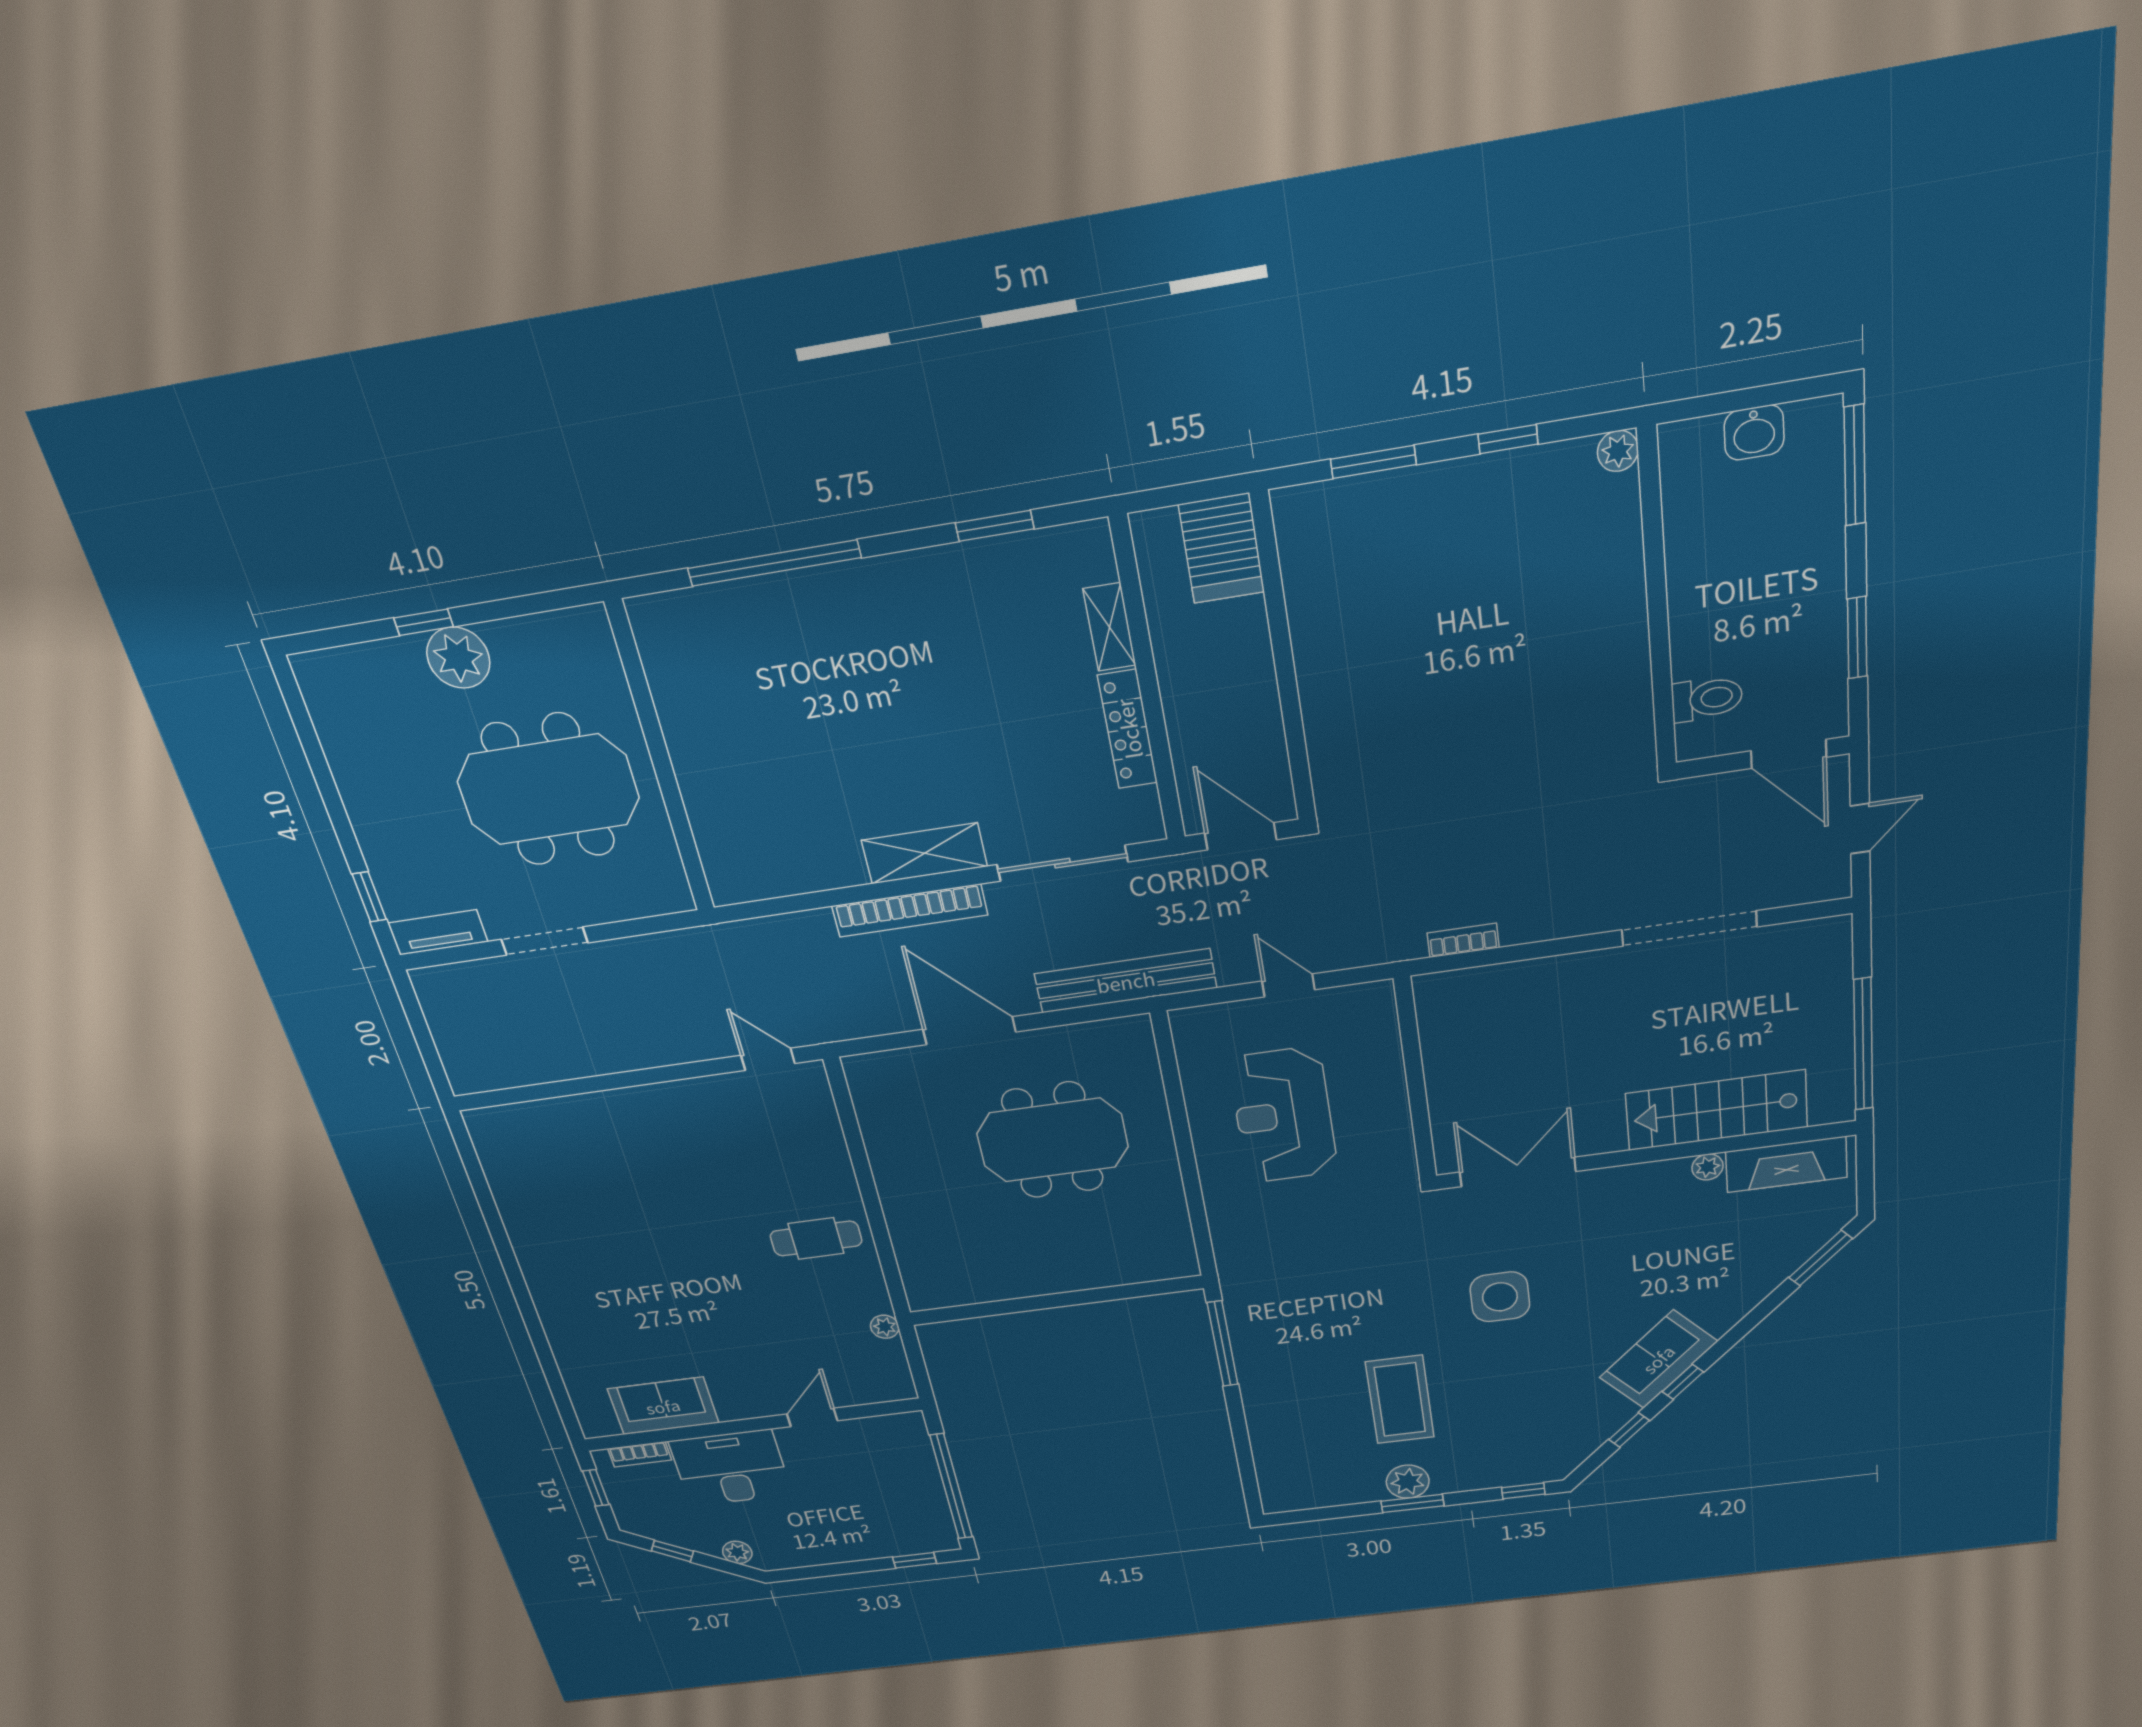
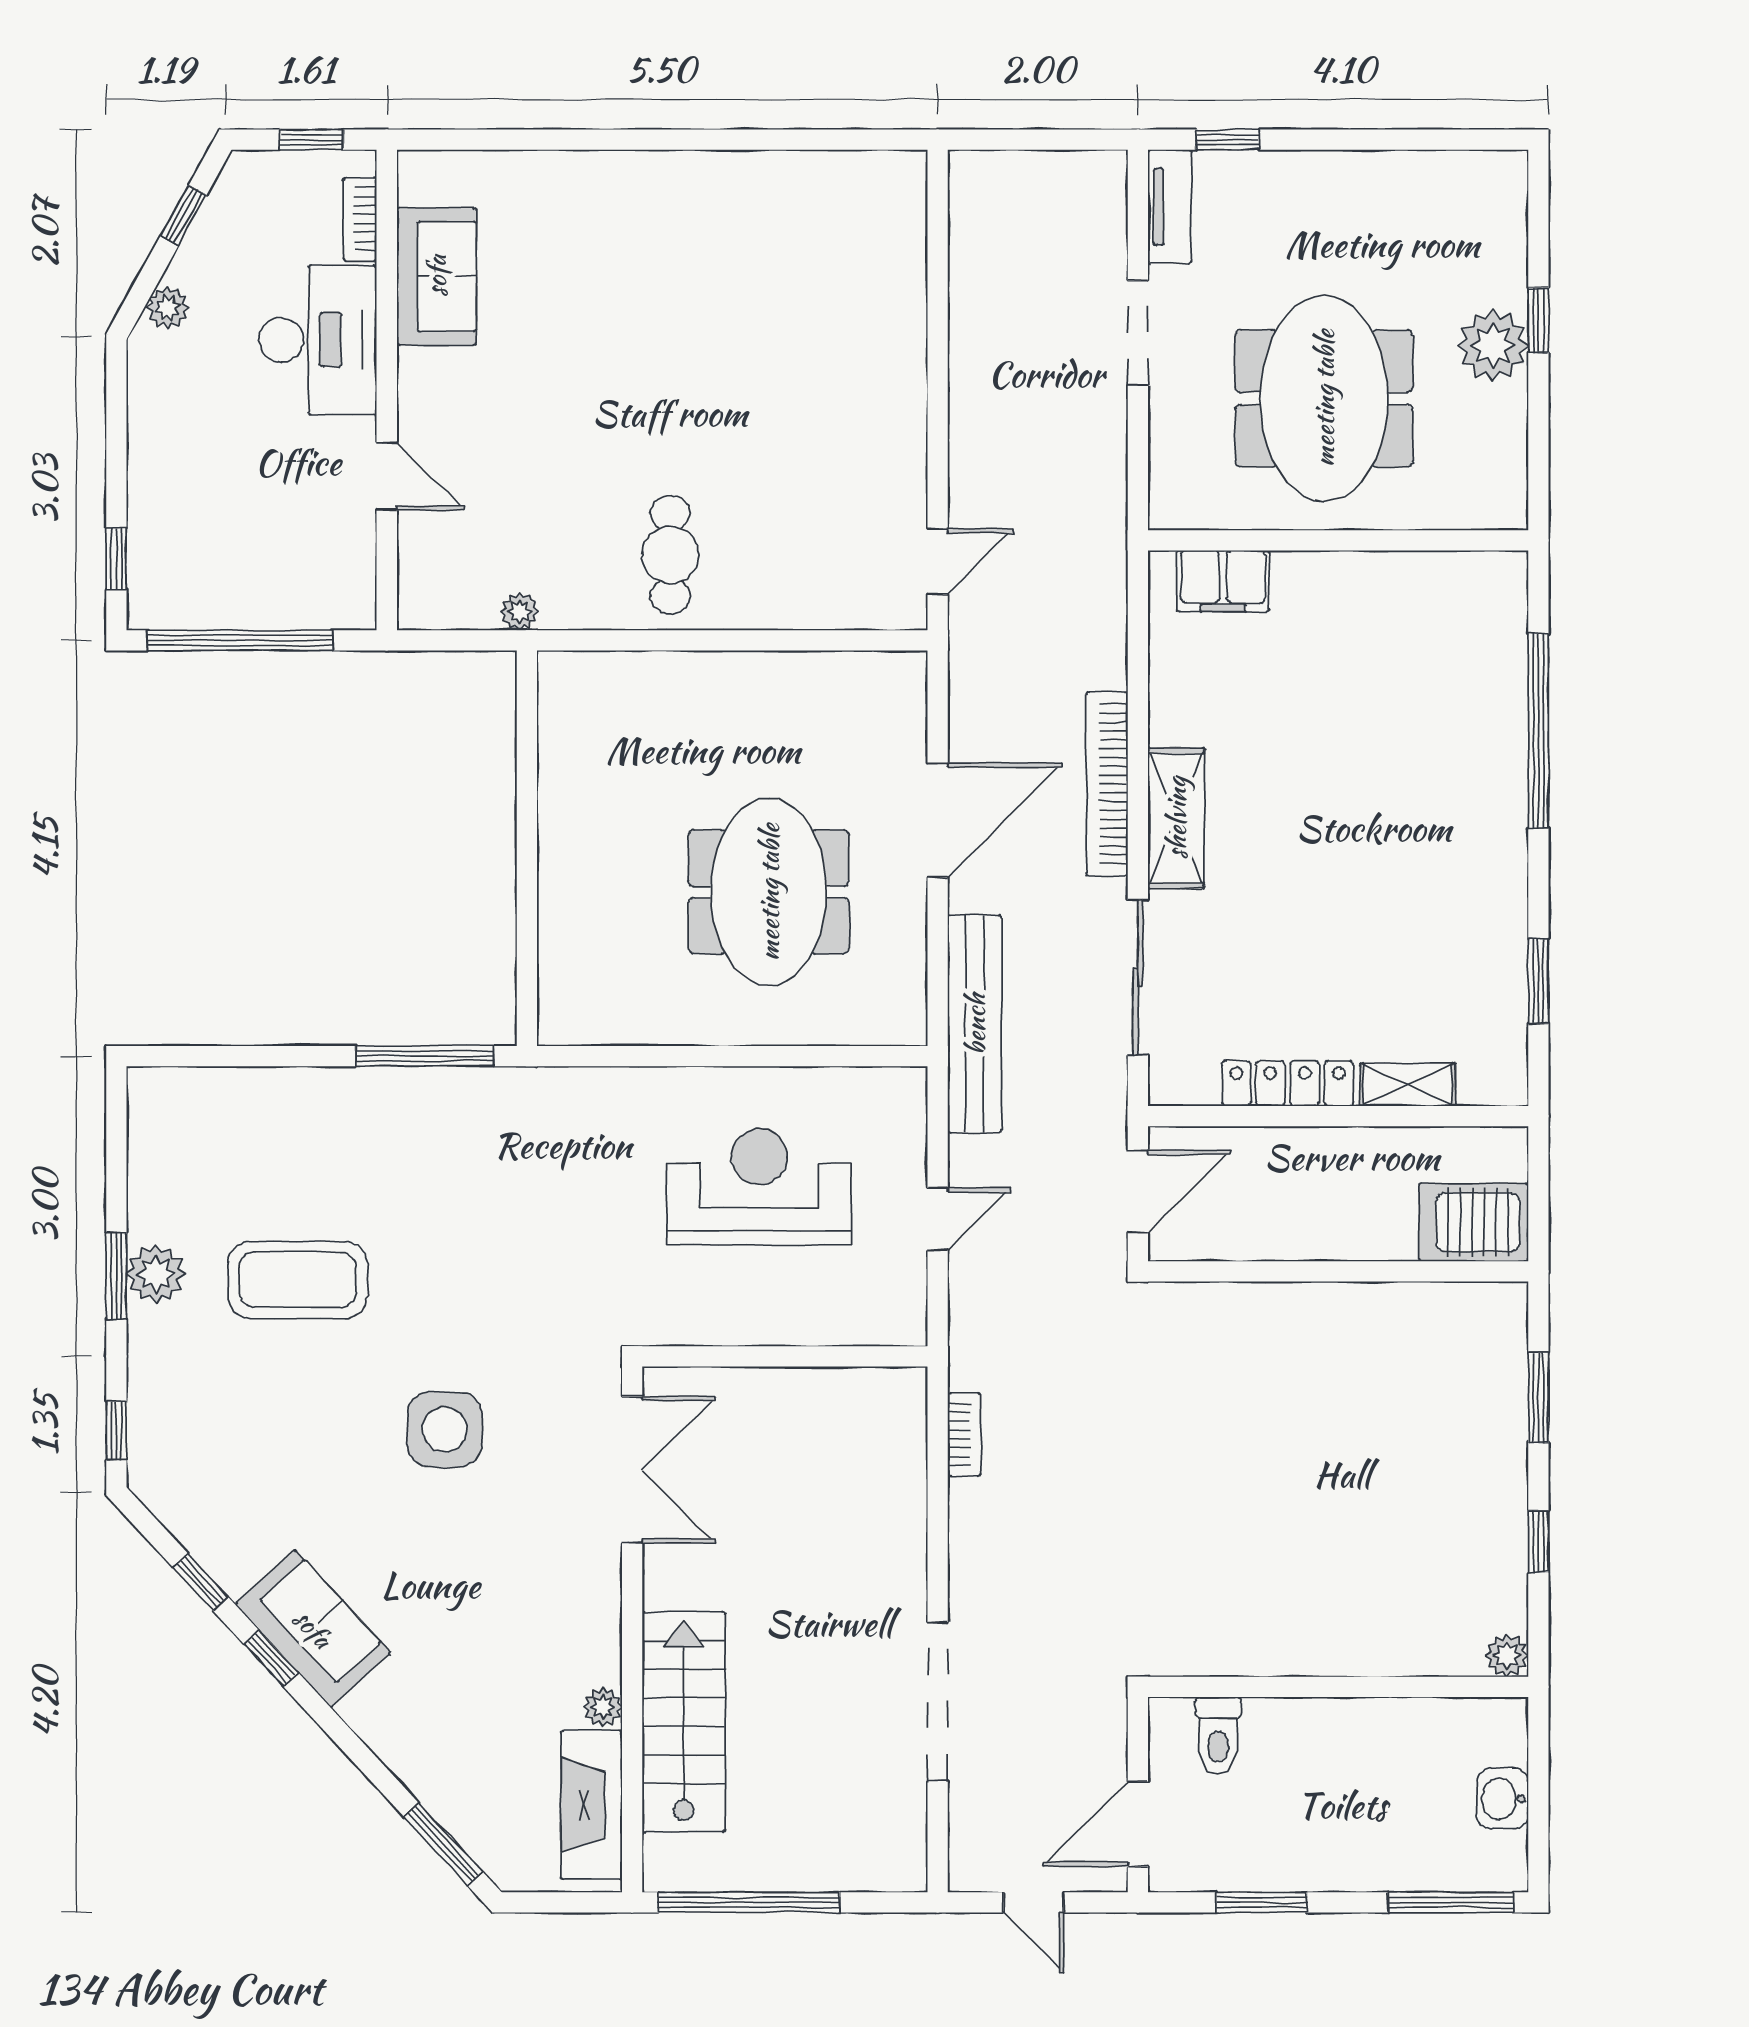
filing cabinet: (721, 846) -> (1223, 581), added

